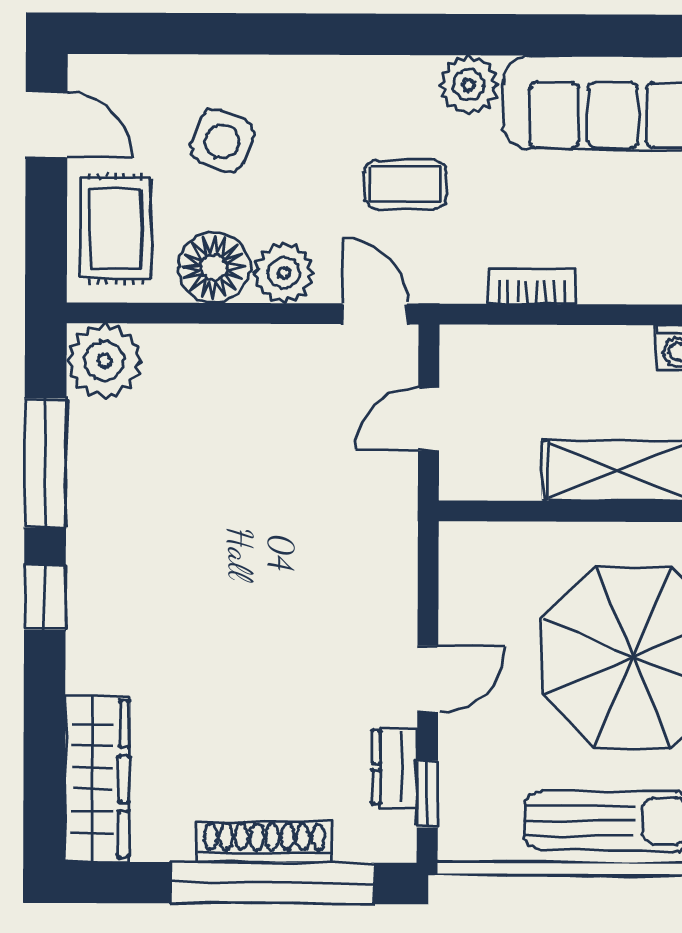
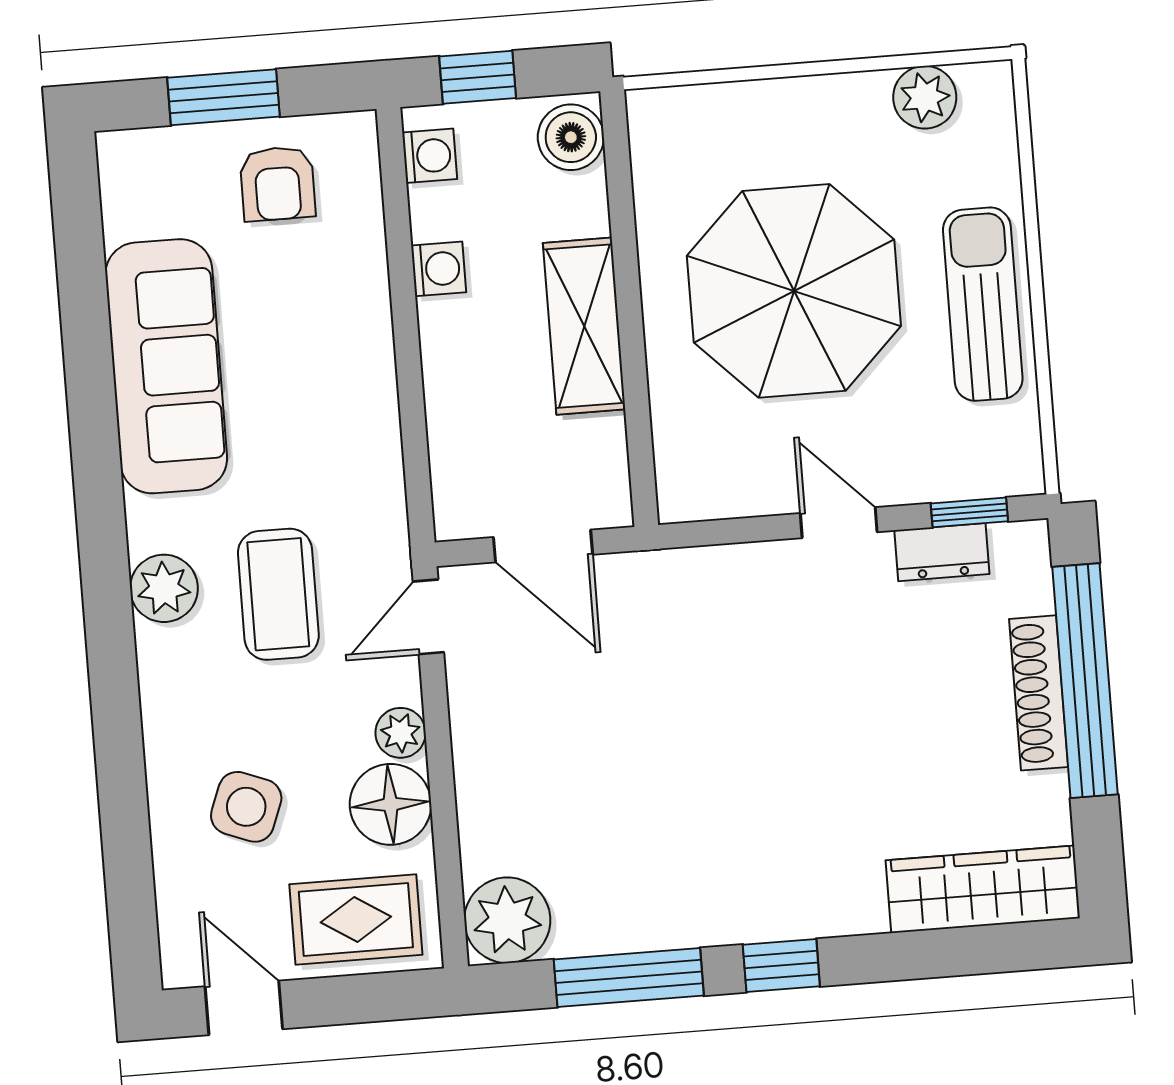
plant: (469, 85) -> (164, 588), moved
door: (47, 124) -> (244, 1008), hinge flipped
coffee table: (405, 184) -> (278, 594), width x1.36, depth x1.30
plant: (284, 273) -> (401, 733), width x0.73, depth x0.73
bookcase: (532, 286) -> (383, 441), removed
door: (429, 419) -> (543, 546), width x1.38

